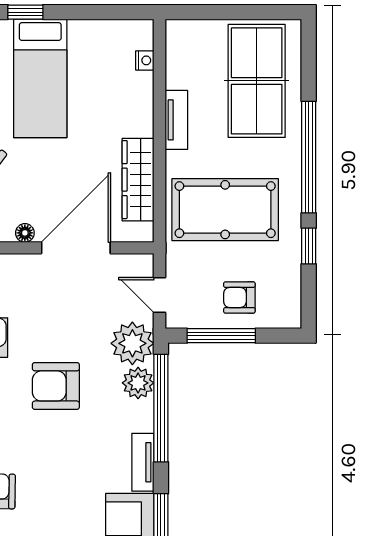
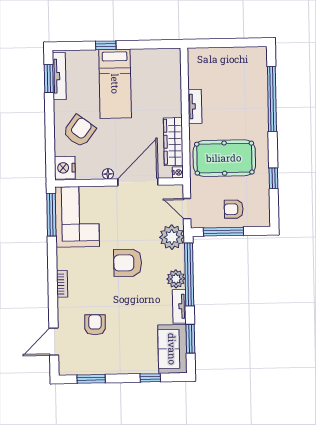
nightstand: (145, 60) -> (178, 172), moved
table tennis table: (257, 81) -> (241, 83), removed
window: (309, 157) -> (272, 99), moved
plant: (138, 383) -> (176, 279), moved

